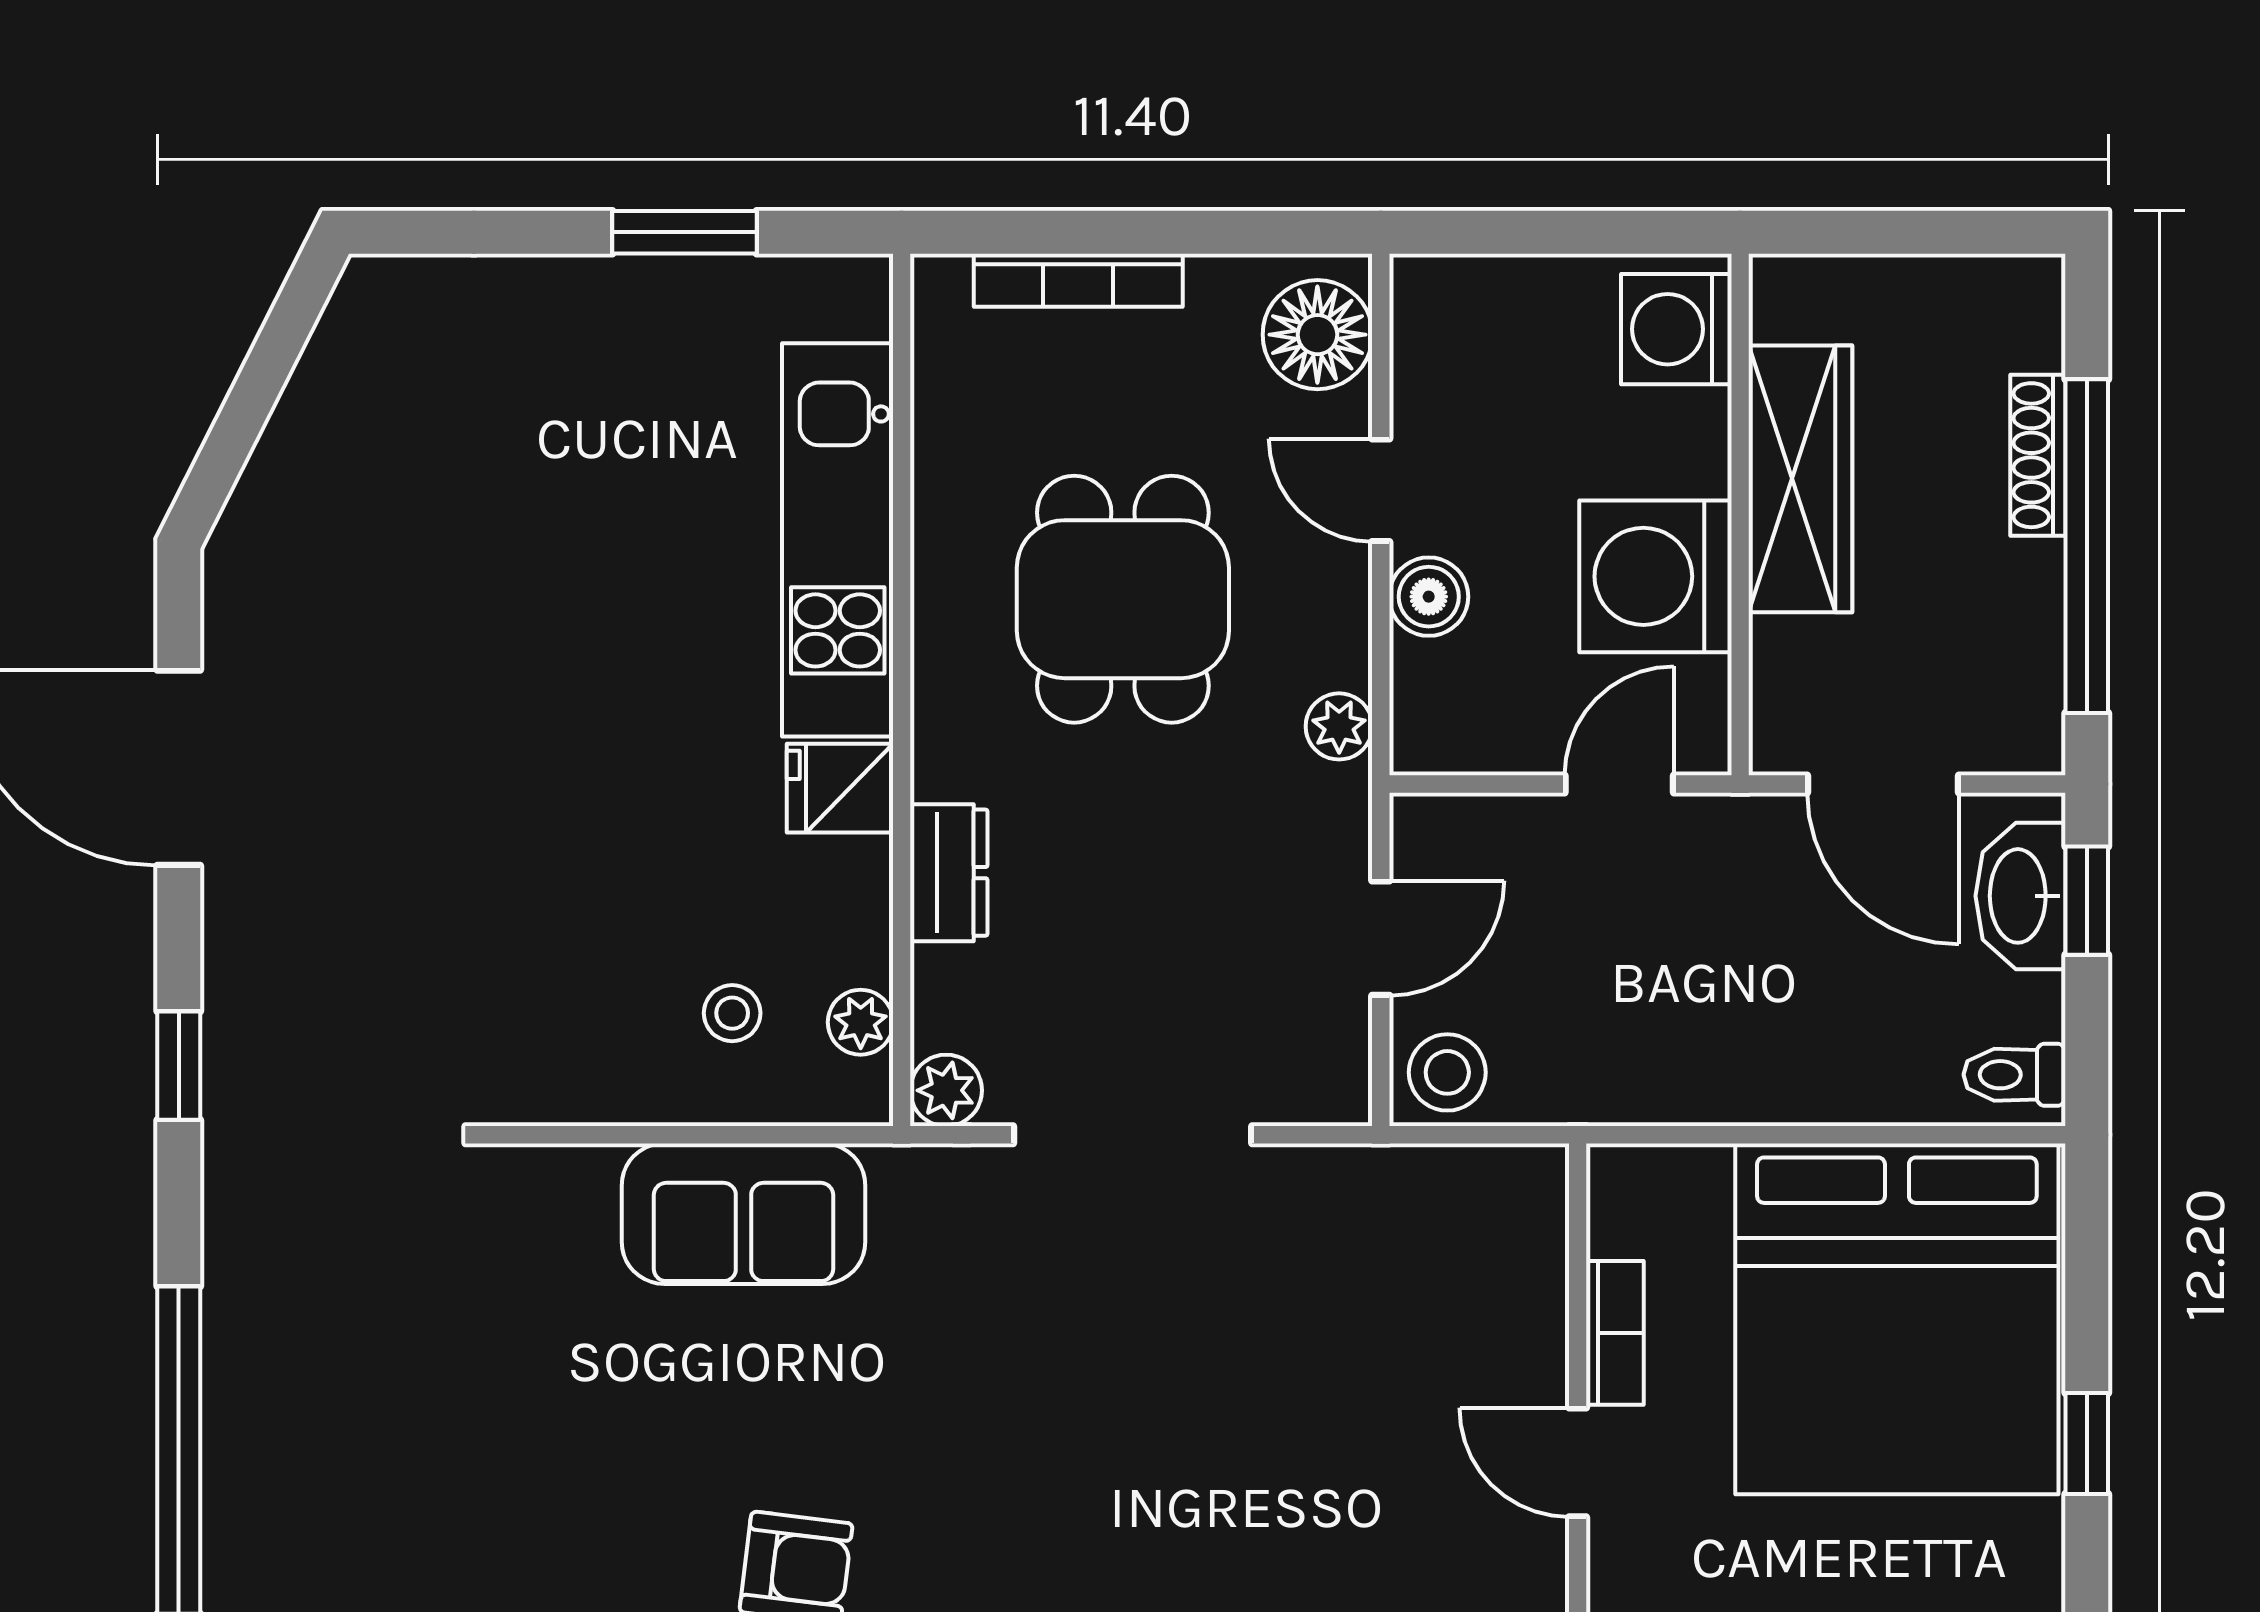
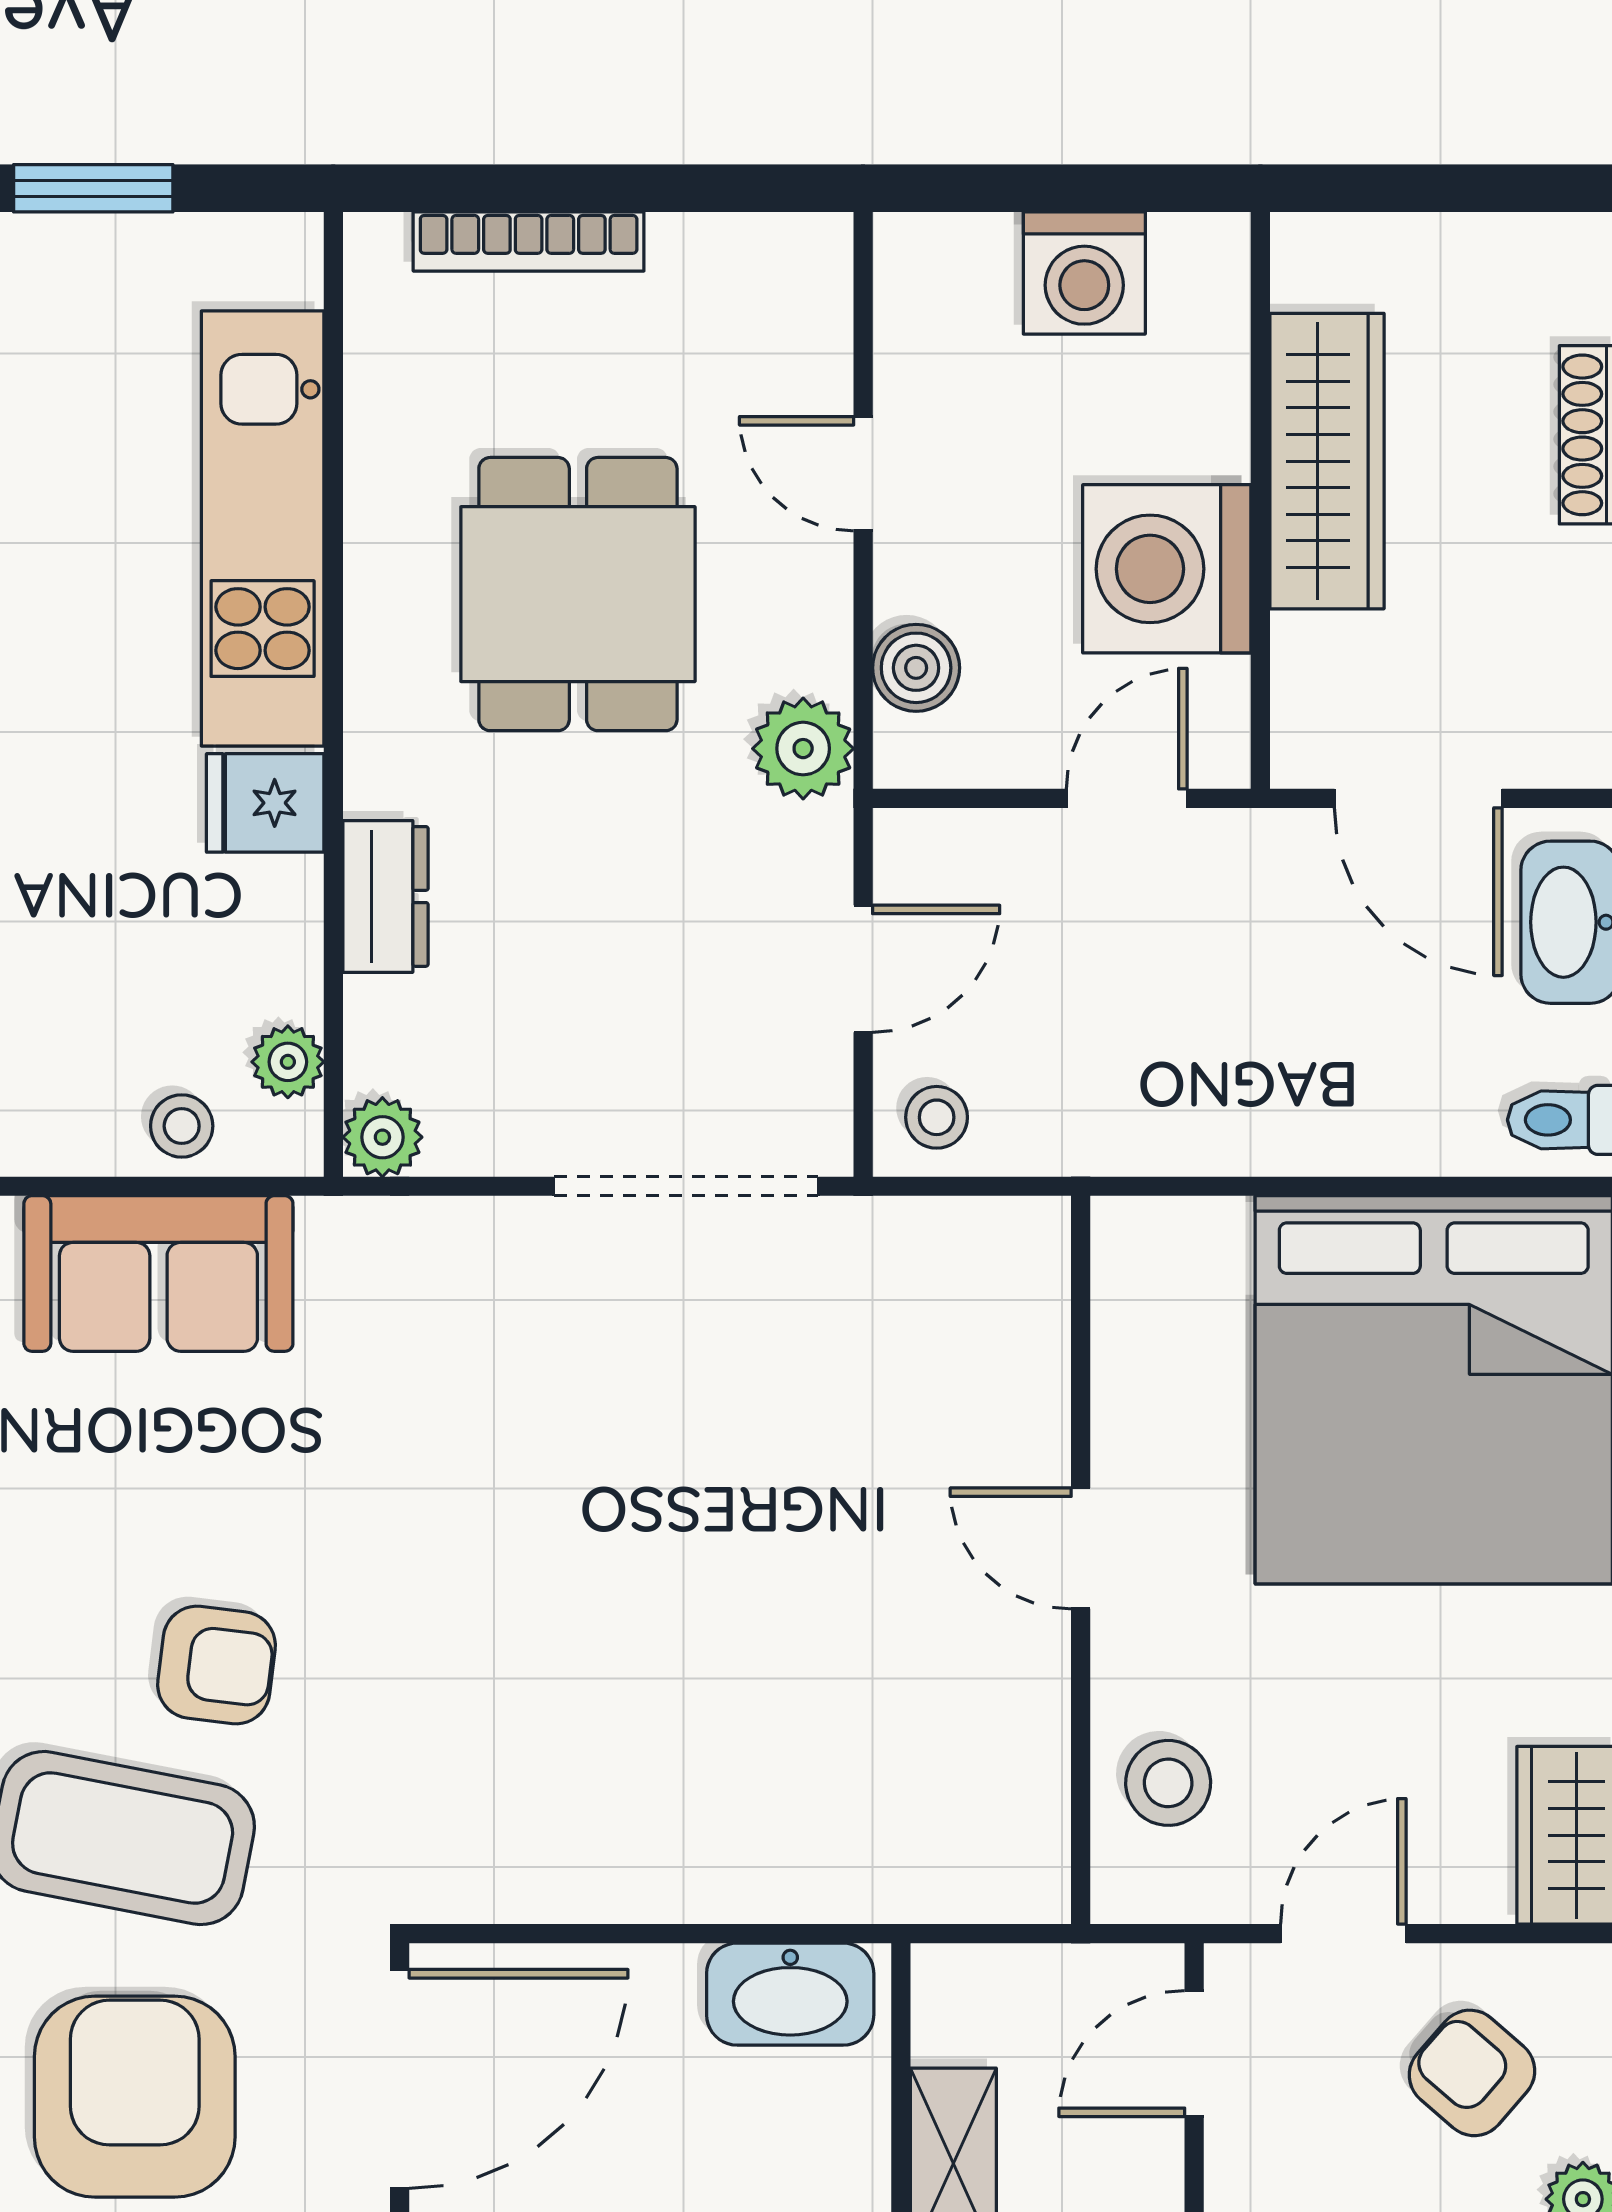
washing machine: (1676, 329) -> (1084, 273), moved, turned -90
floor lamp: (1317, 335) -> (793, 302), removed
boiler: (1429, 597) -> (916, 668), moved
plant: (1339, 726) -> (803, 749), width x1.38, depth x1.38
stool: (732, 1013) -> (182, 1126), moved
stool: (1447, 1072) -> (937, 1117), width x0.73, depth x0.73
doorway: (1133, 1135) -> (686, 1186), moved
bookcase: (1615, 1333) -> (1122, 1405), removed

